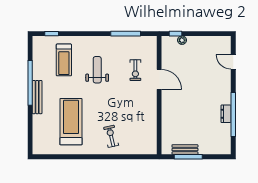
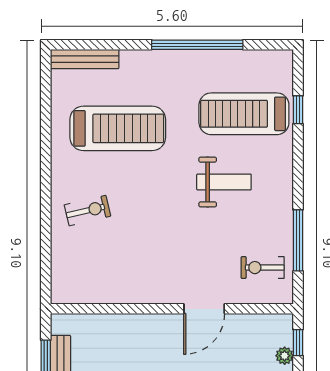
window: (52, 34) -> (298, 110), moved
treadmill: (64, 60) -> (244, 114), width x1.37, depth x1.37
exercise bike: (135, 70) -> (263, 268), moved
bench: (37, 97) -> (85, 59), moved

